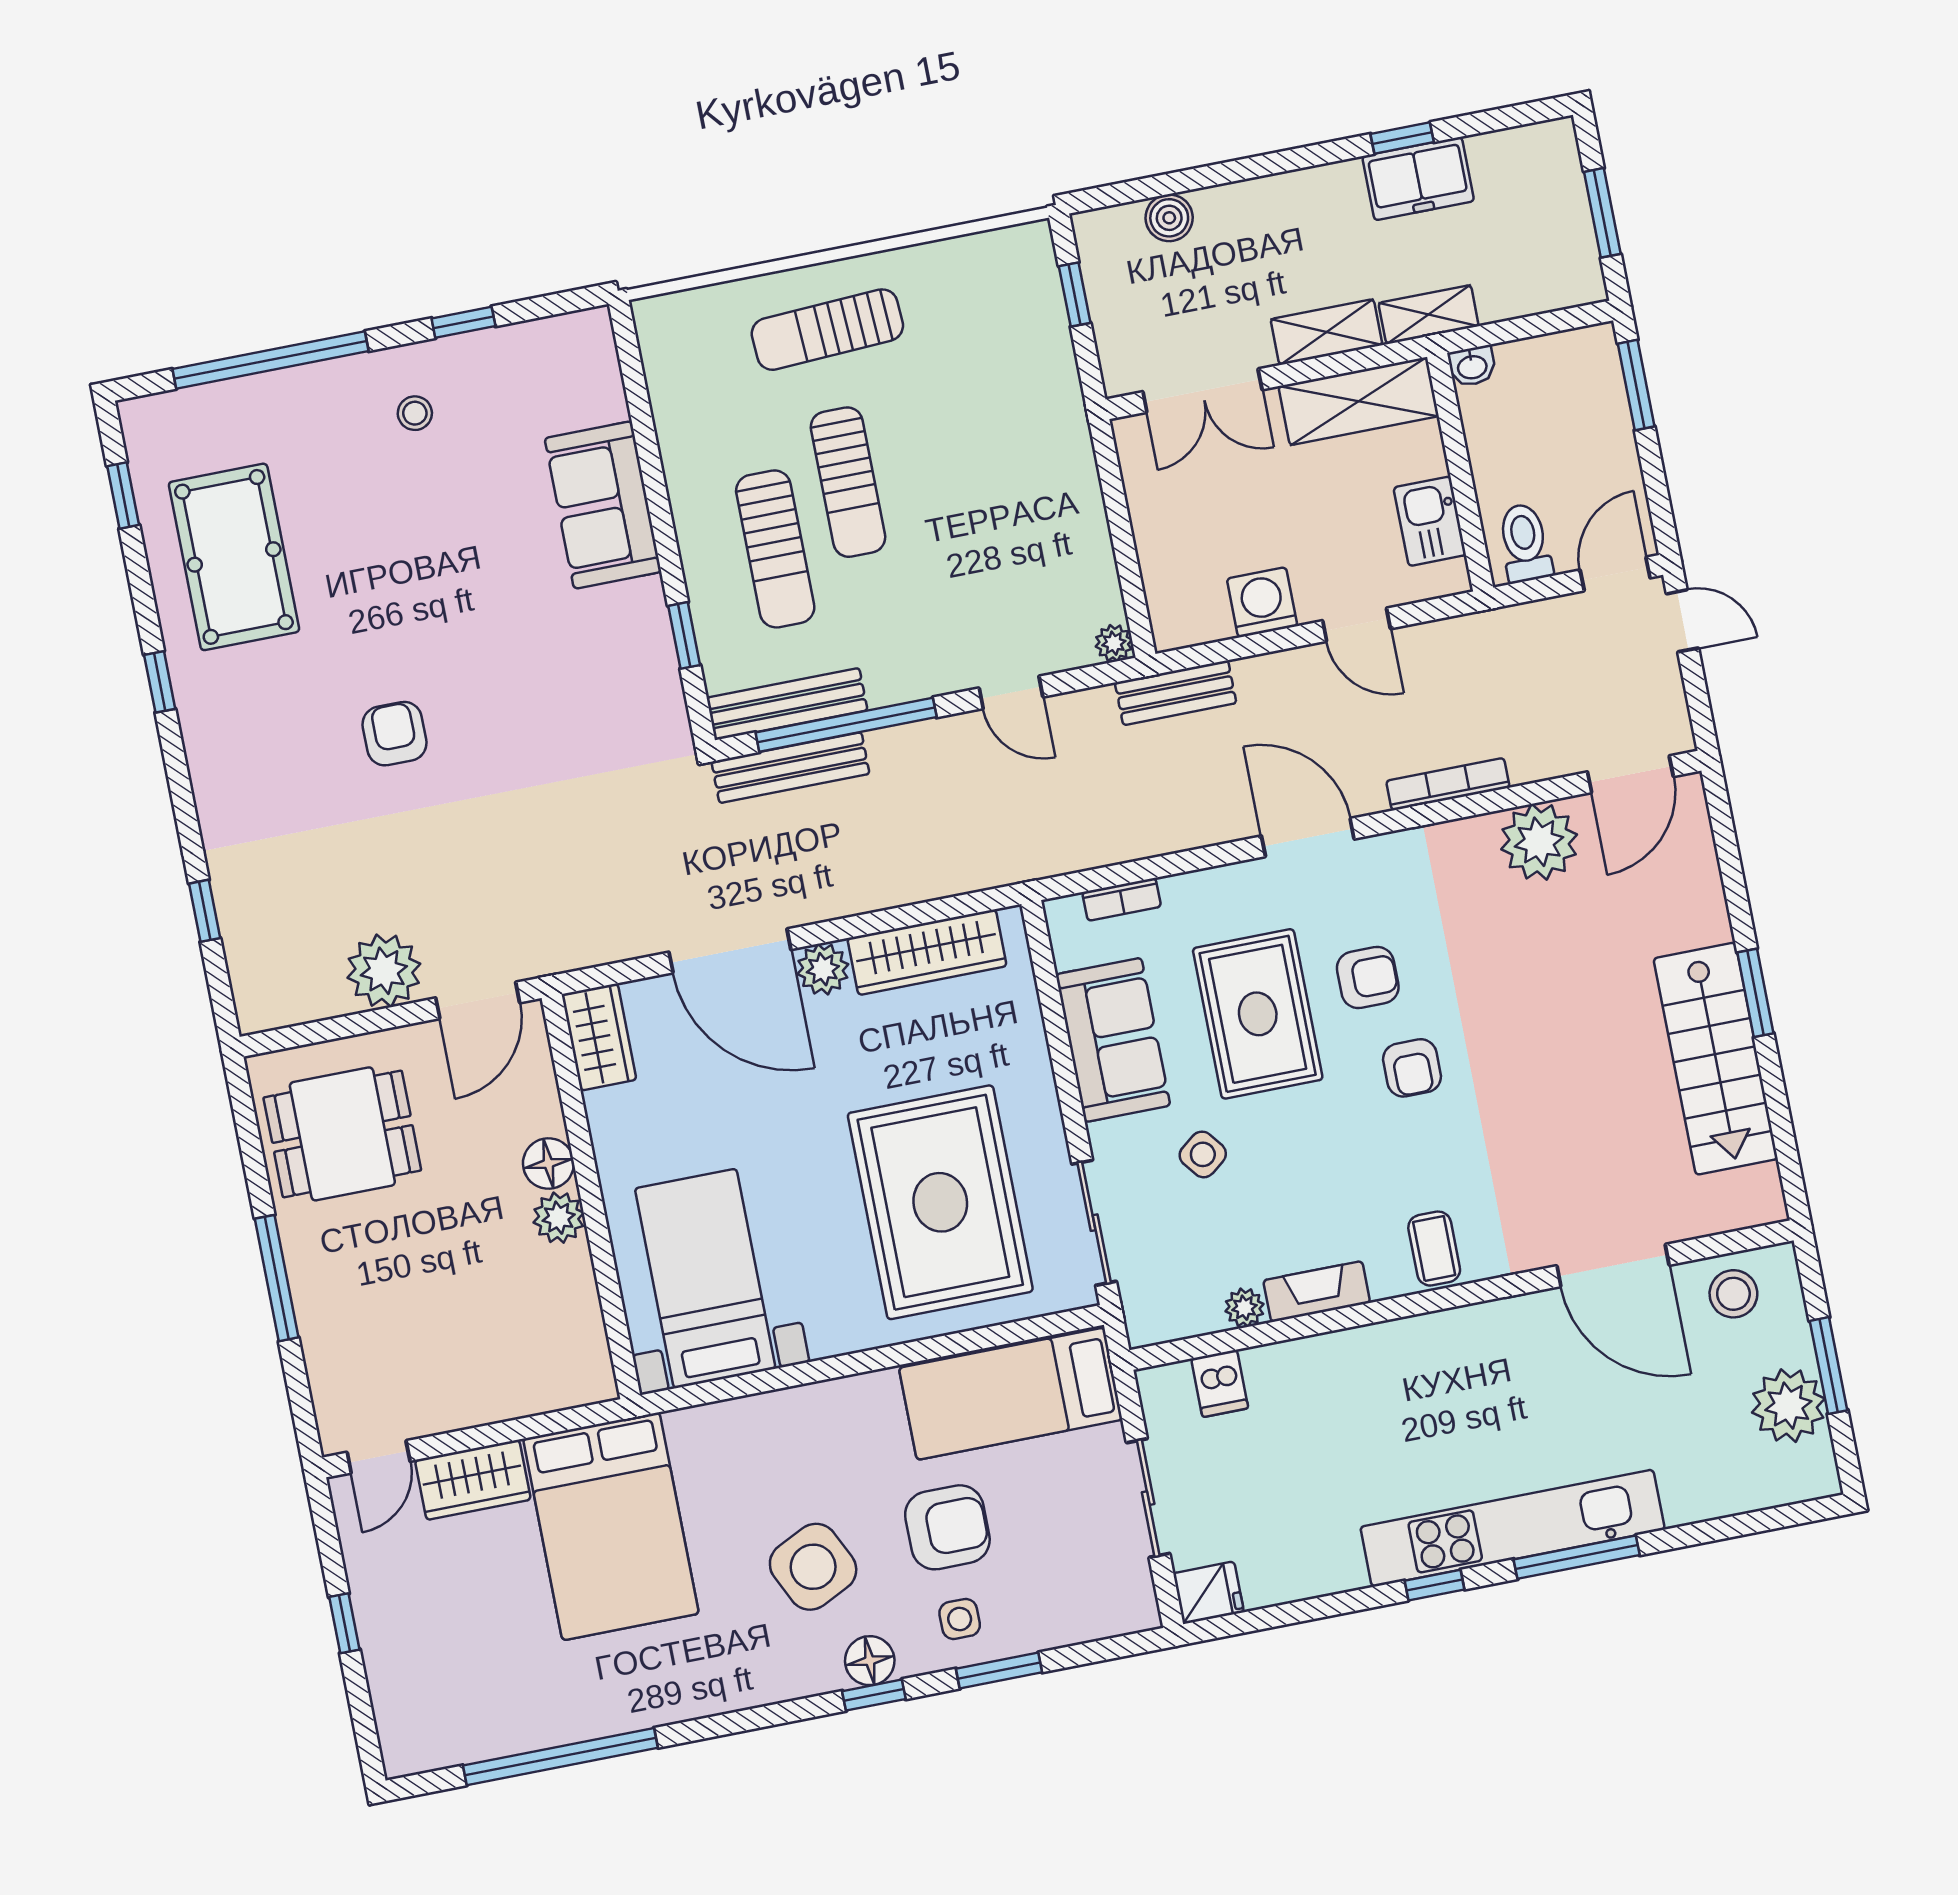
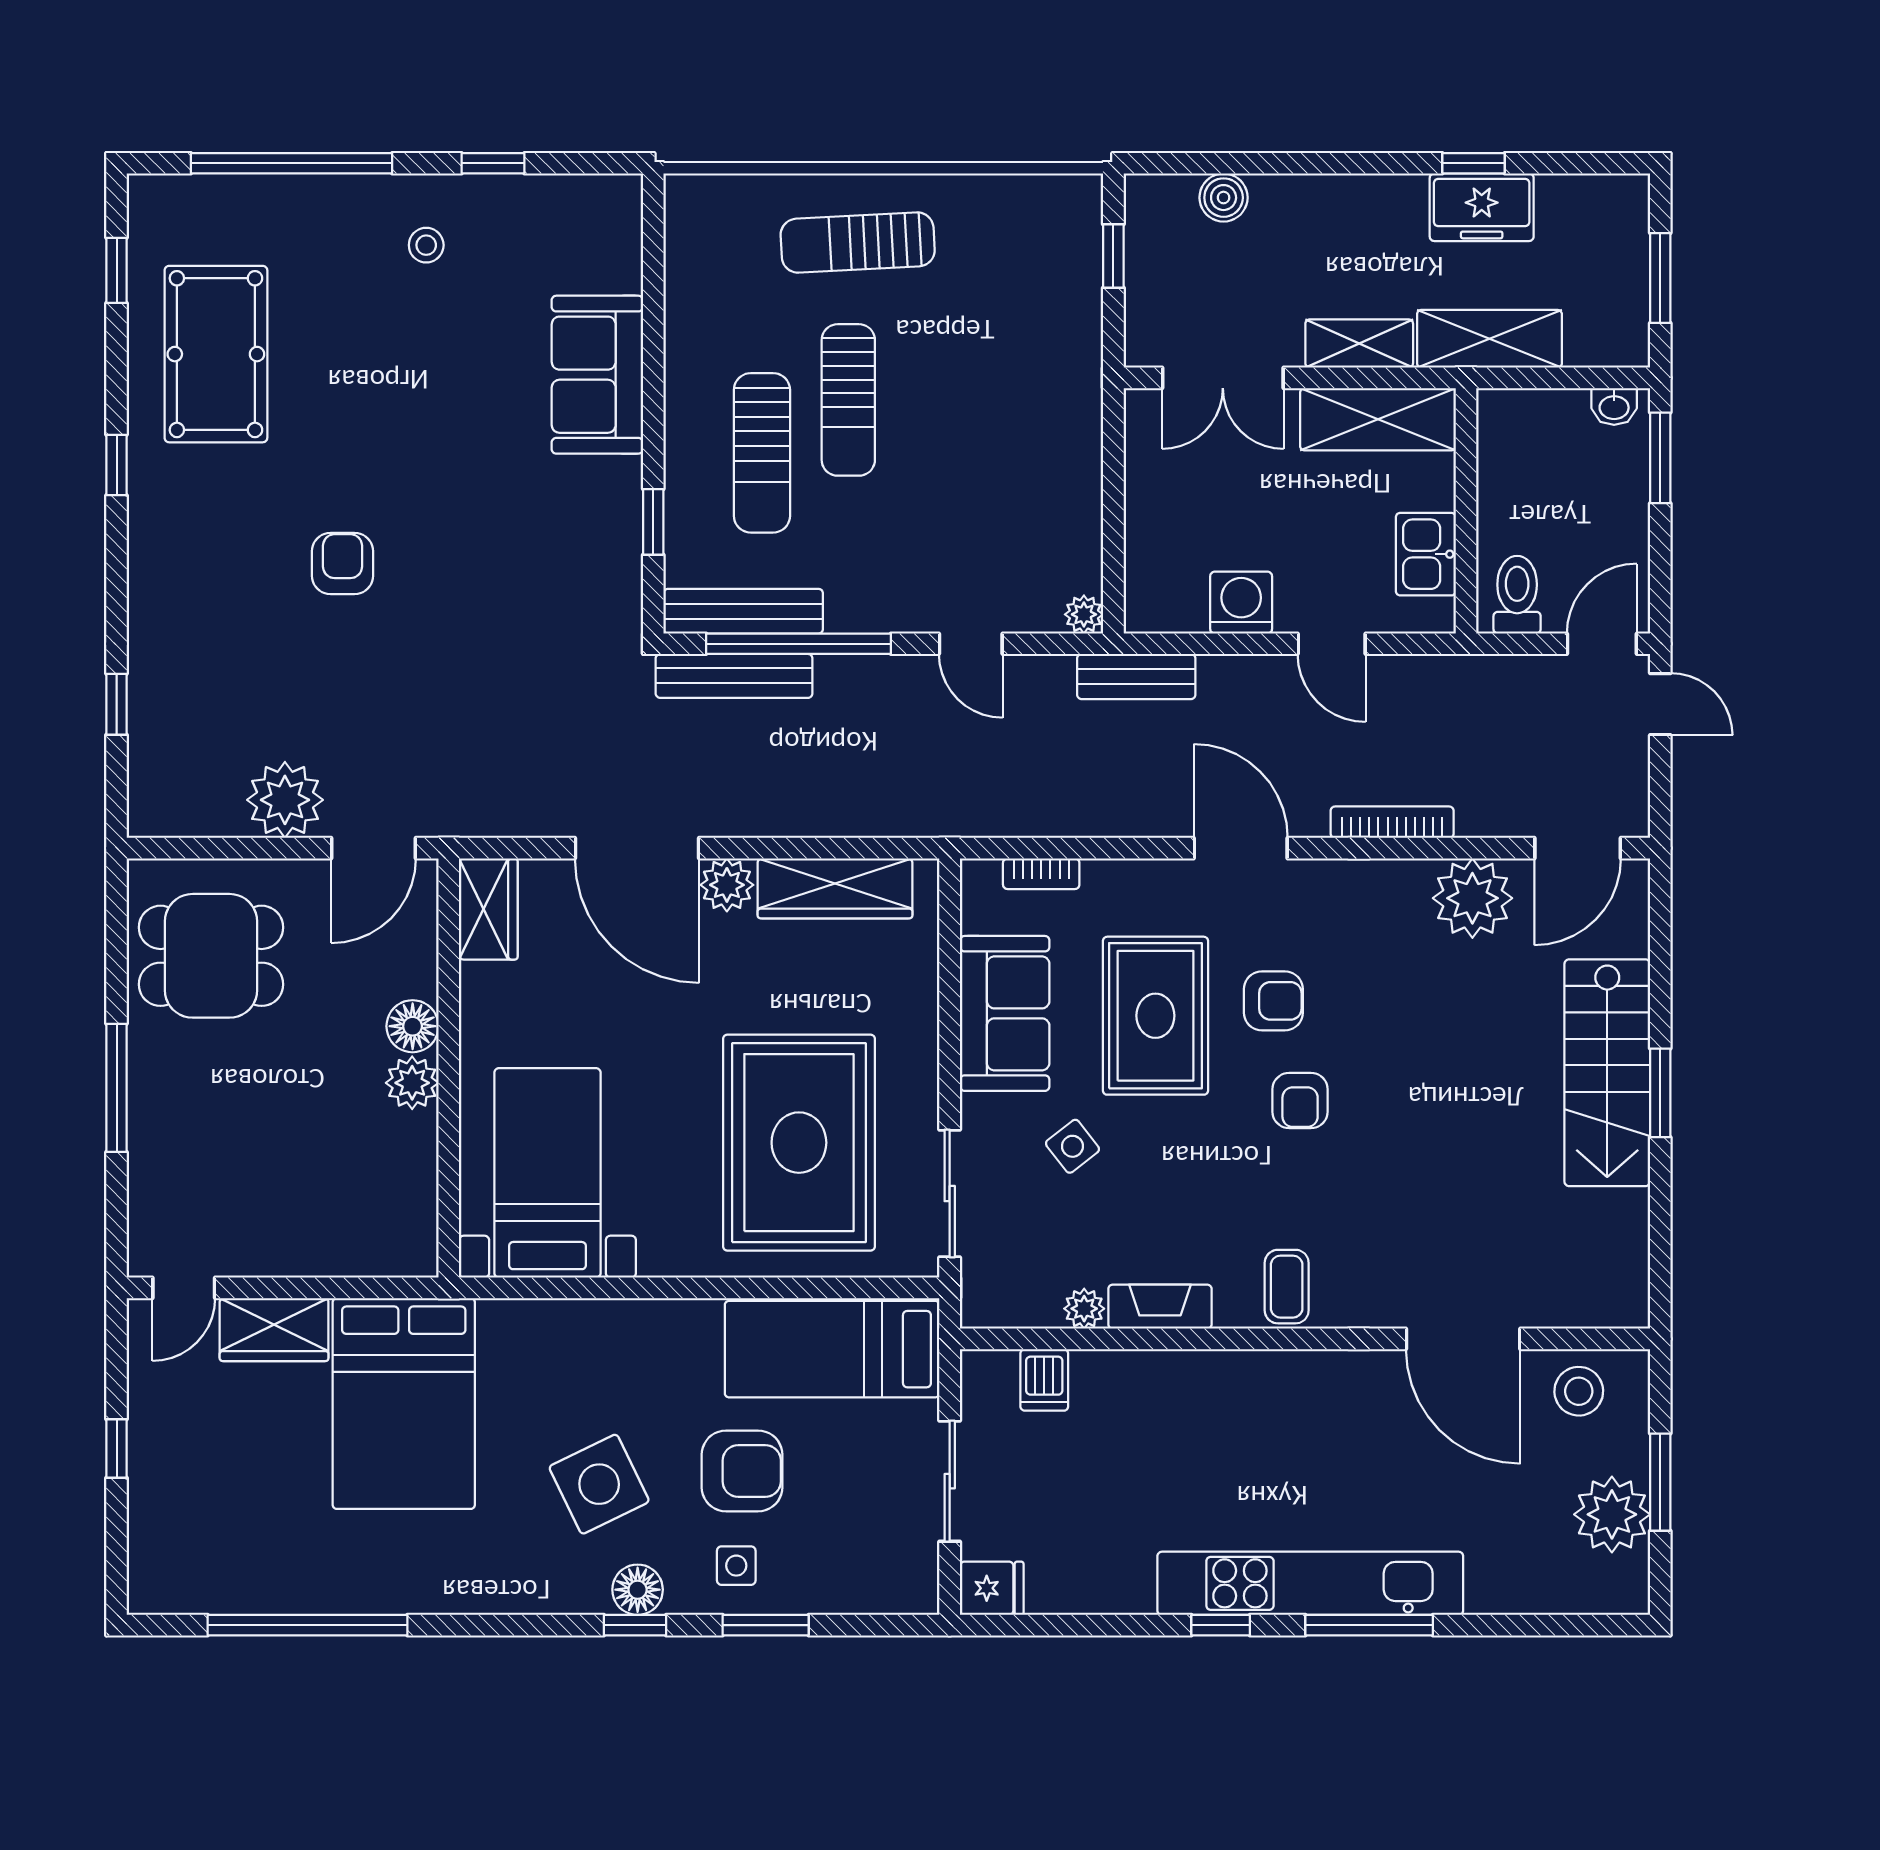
shelving: (1429, 315) -> (1489, 339), width x1.50, depth x1.33
washbasin: (1472, 366) -> (1614, 407), moved
stairs: (1716, 1059) -> (1607, 1073), moved

